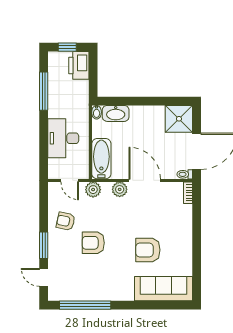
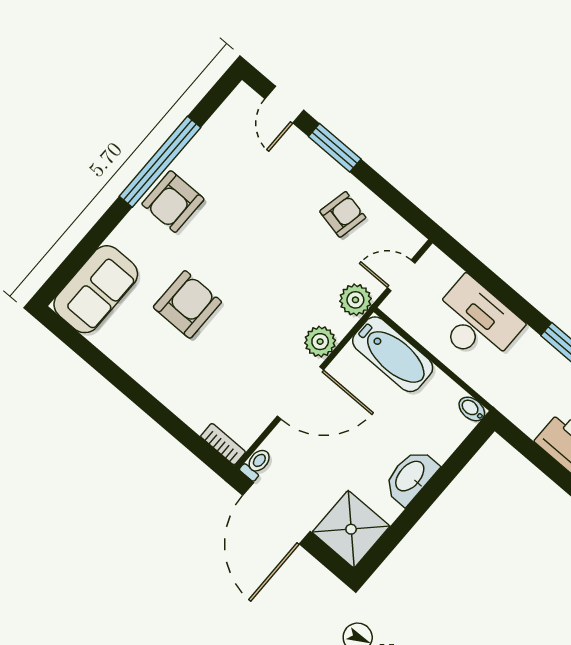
washbasin: (116, 113) -> (411, 477), moved
armchair: (93, 243) -> (173, 202), moved, turned 180
door: (44, 277) -> (284, 105), swing flipped
sofa: (163, 289) -> (96, 289), width x0.73
window: (85, 305) -> (160, 162), moved

